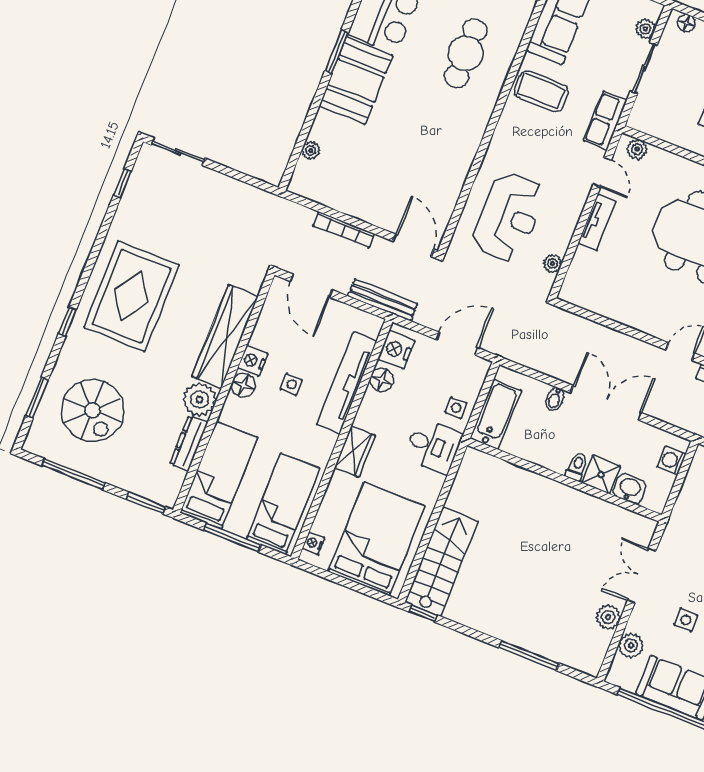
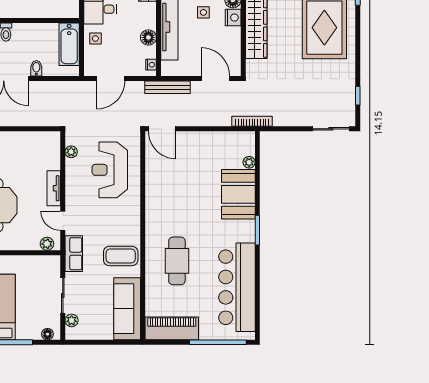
booth: (356, 81) -> (238, 194), moved
bookcase: (344, 230) -> (252, 121), moved
nightstand: (396, 350) -> (151, 65), width x0.53, depth x0.56

